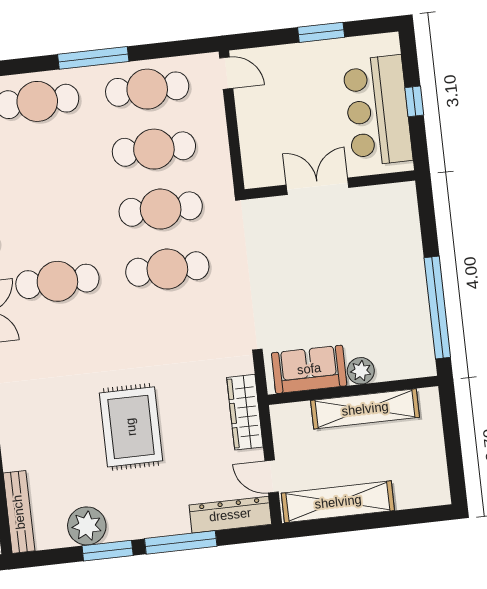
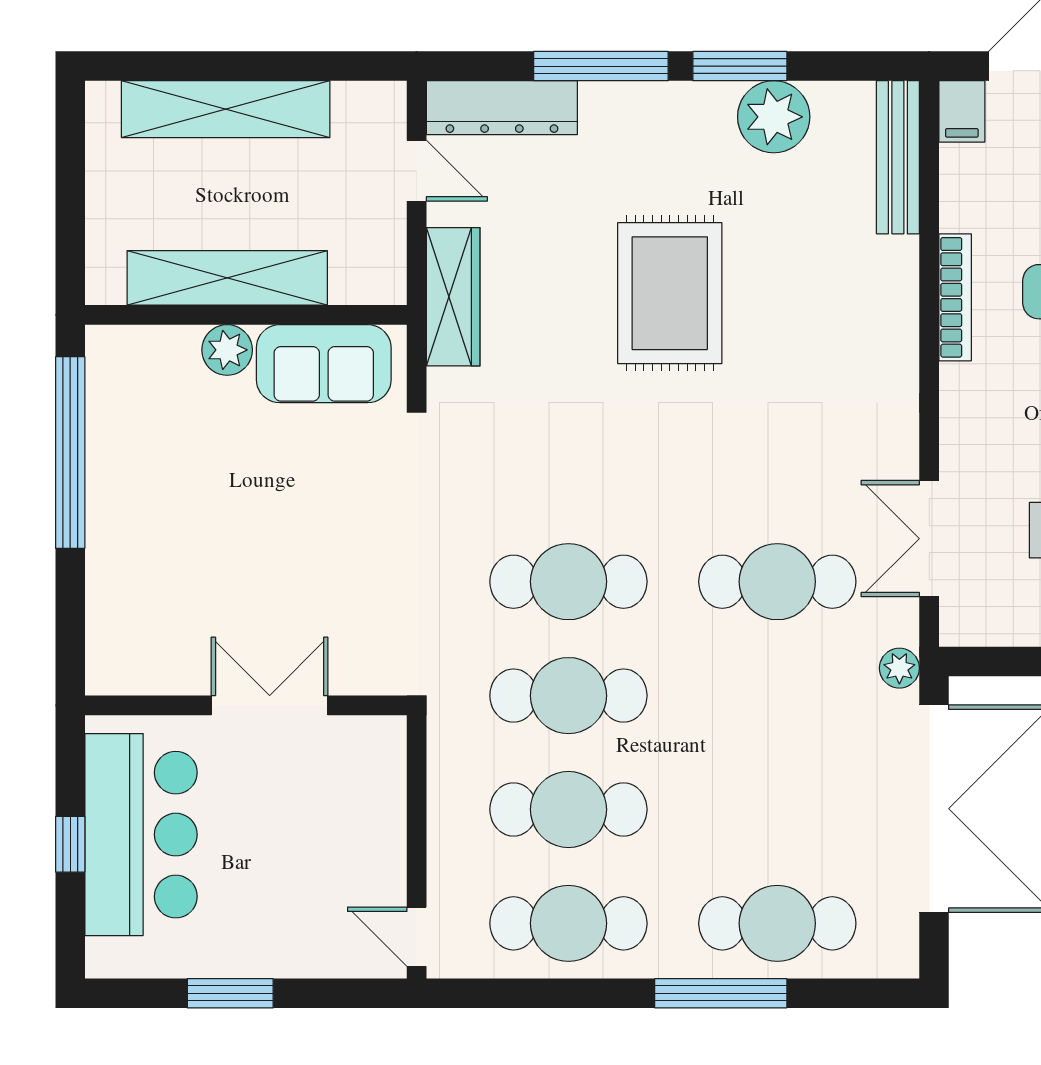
window: (93, 58) -> (721, 993), moved
double door: (317, 186) -> (270, 705), swing flipped
shelving: (338, 502) -> (226, 109), moved

